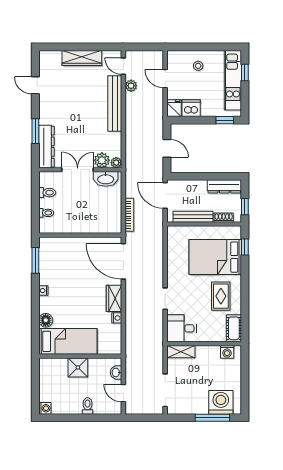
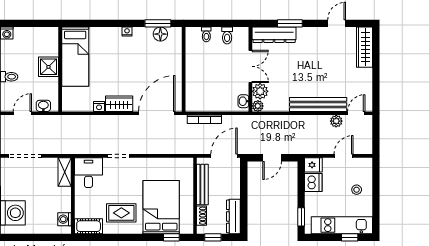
wardrobe: (82, 58) -> (365, 47), moved
washbasin: (106, 179) -> (243, 101), width x0.52, depth x0.69
floor lamp: (46, 320) -> (160, 34), moved

